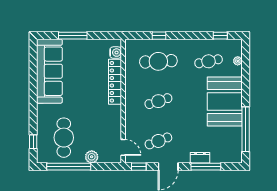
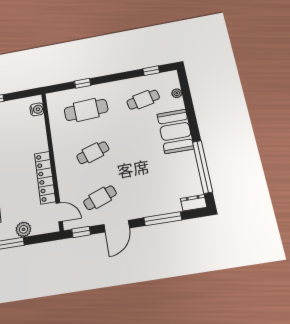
locker: (115, 82) -> (45, 178), moved
booth: (225, 102) -> (175, 131), width x0.73, depth x0.70
dresser: (200, 158) -> (194, 203), moved

